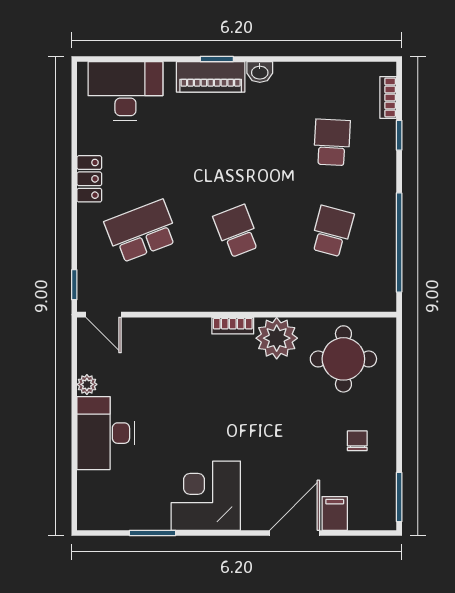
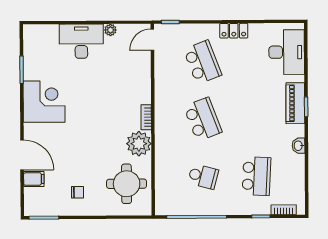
washbasin: (260, 72) -> (298, 146), moved
school desk: (332, 142) -> (256, 176), width x1.85
school desk: (237, 231) -> (203, 119), width x1.85

